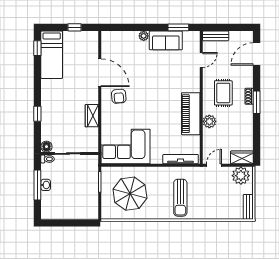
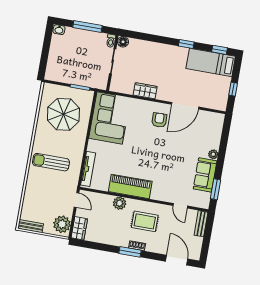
armchair: (119, 96) -> (159, 120), turned 93
window: (37, 114) -> (186, 44), moved
washbasin: (46, 185) -> (59, 30), moved

